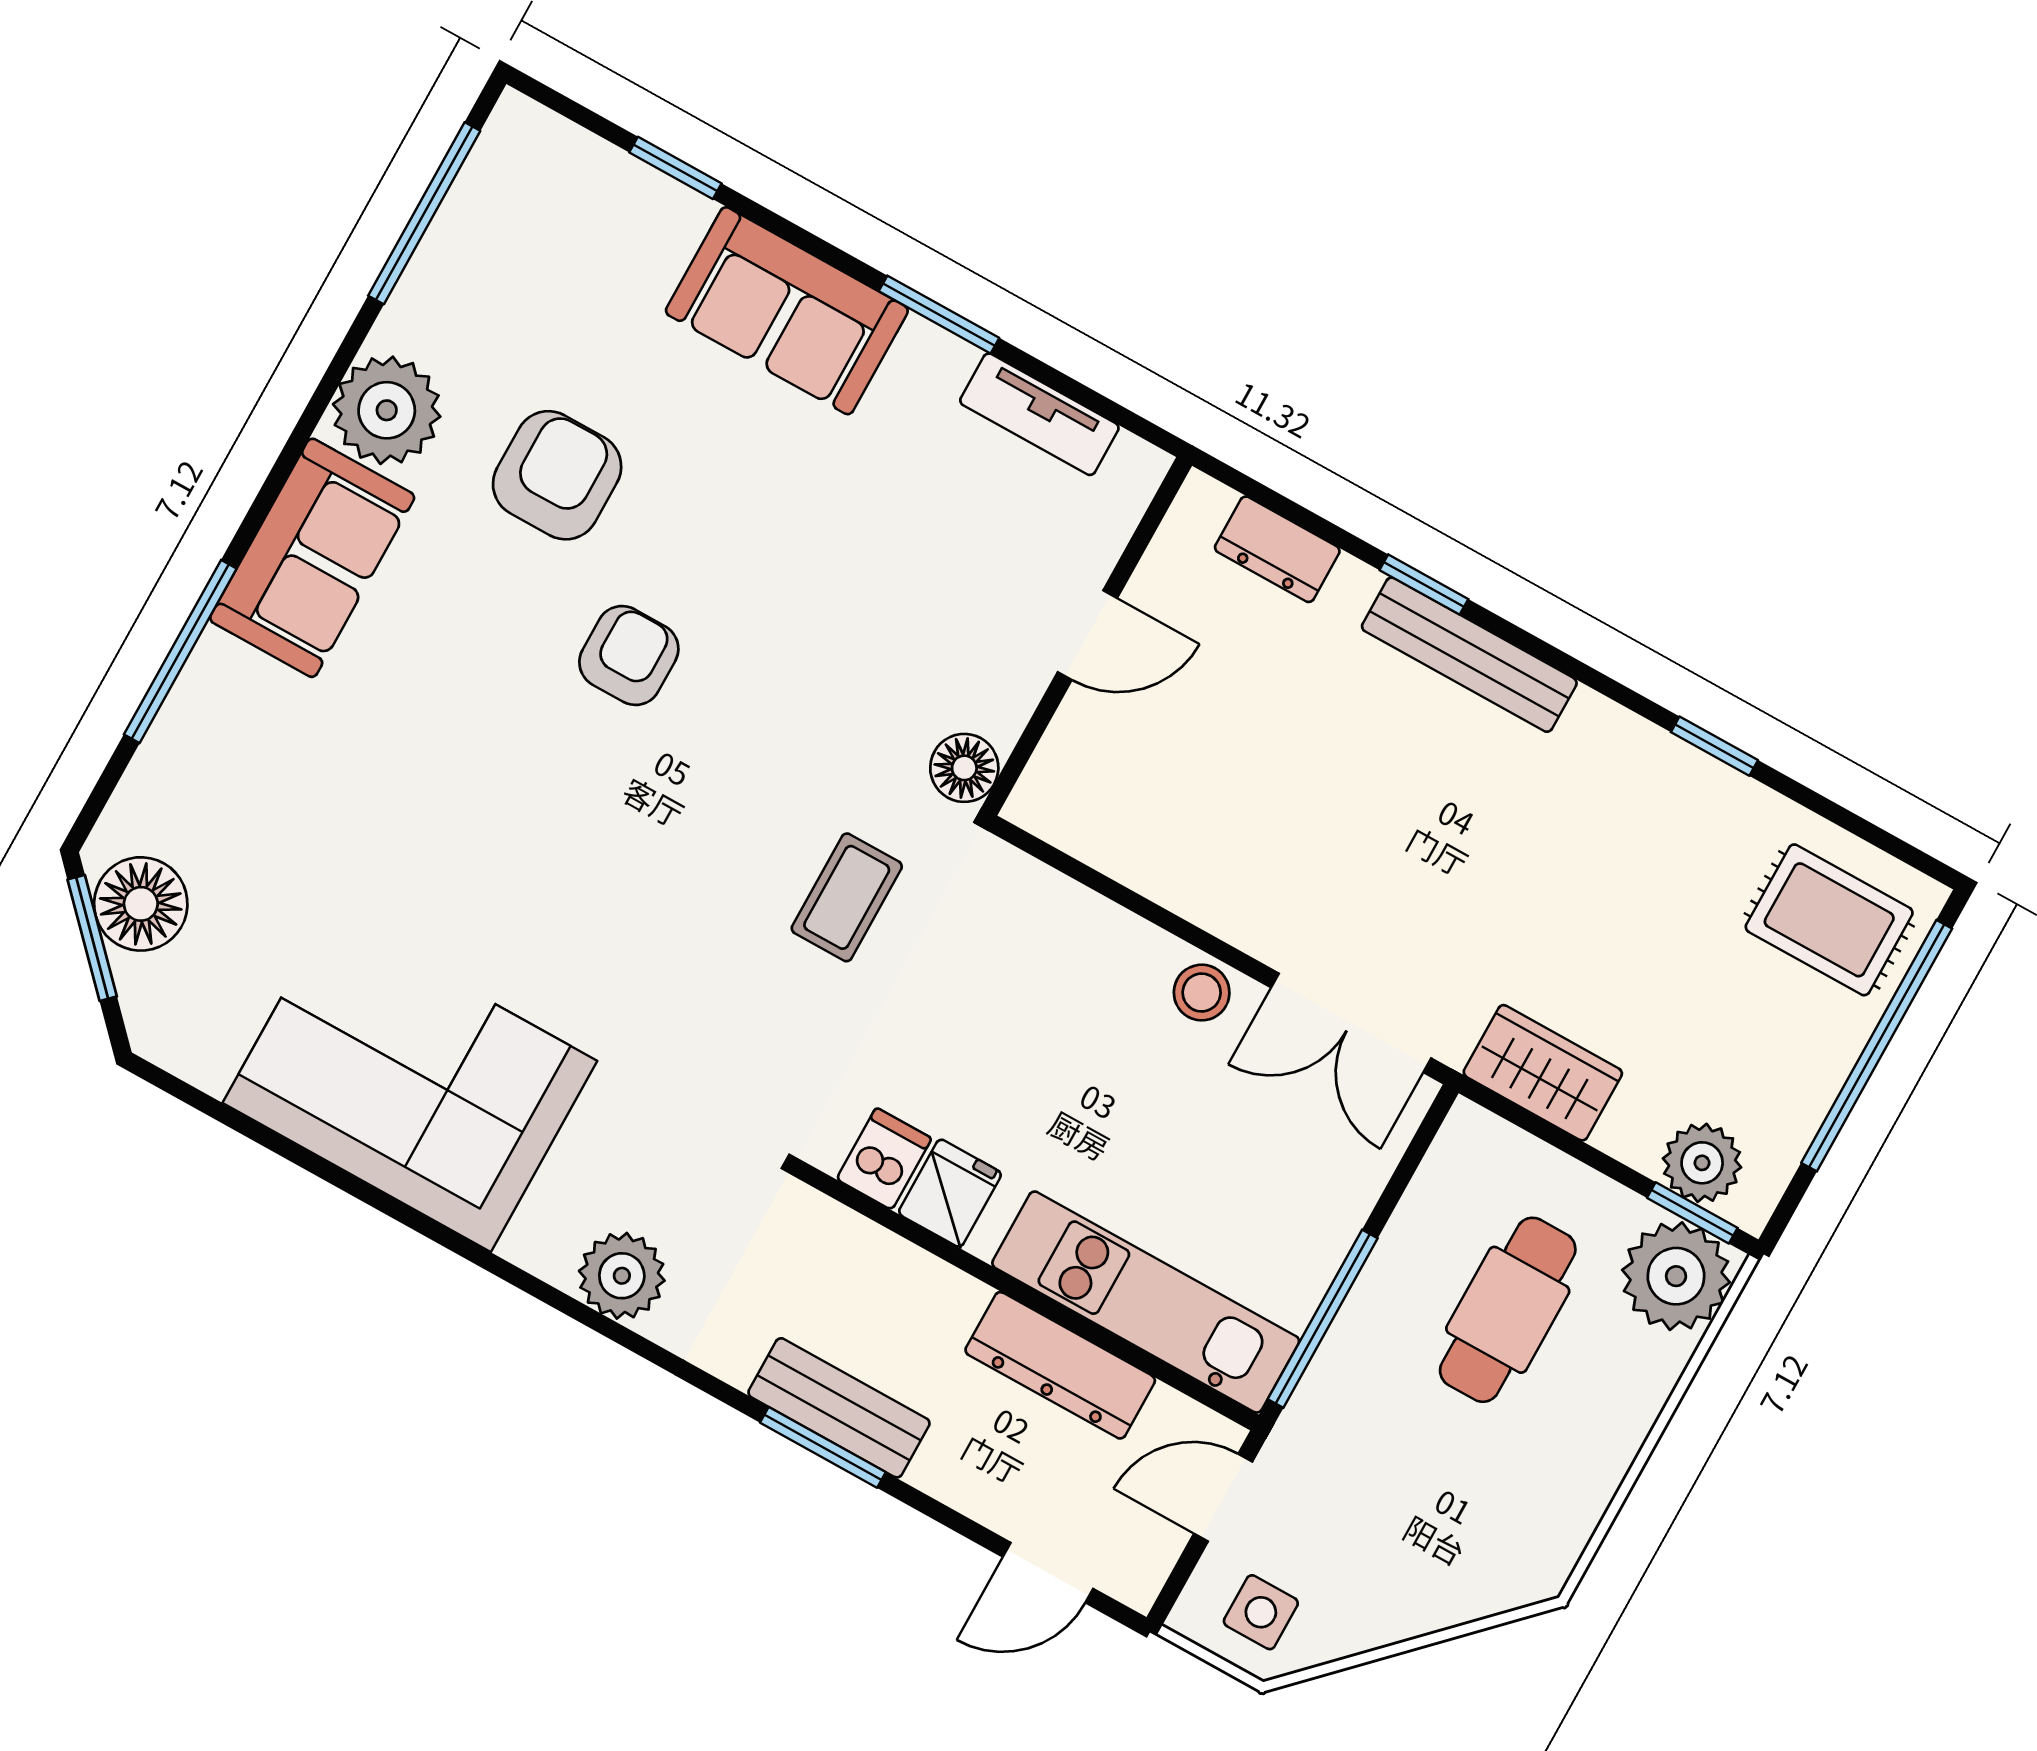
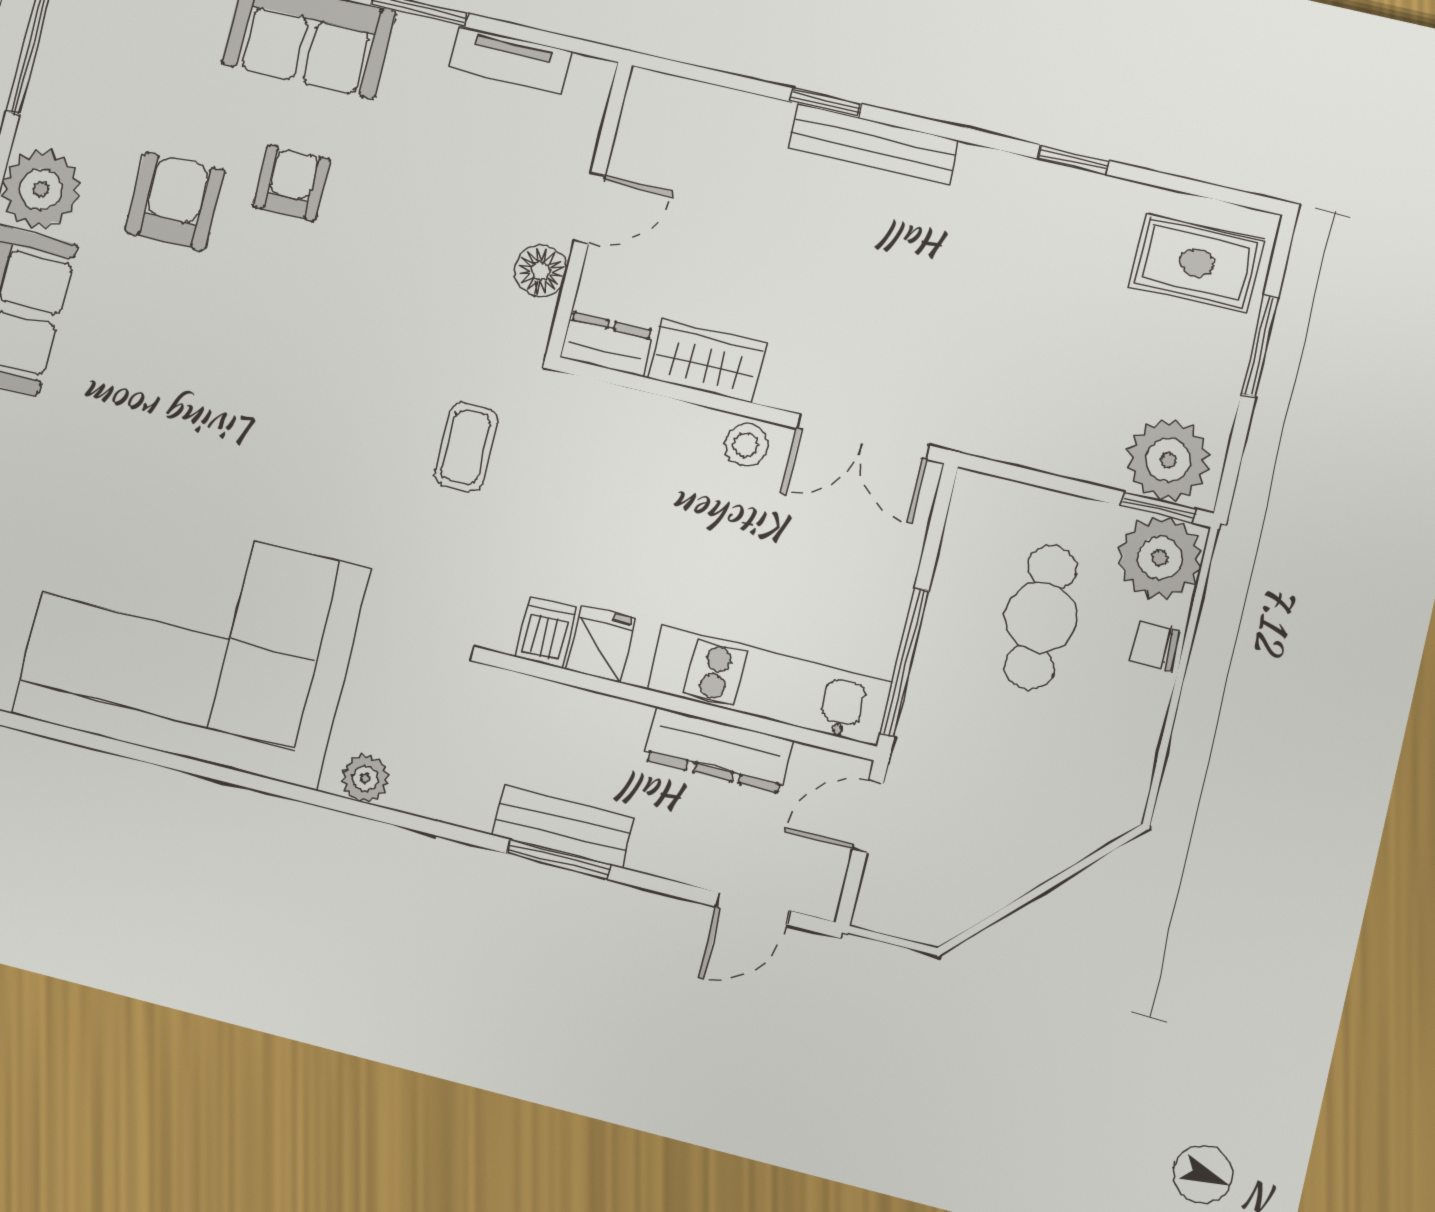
dresser: (1277, 549) -> (607, 344), moved, turned 180
armchair: (629, 655) -> (291, 183), moved
floor lamp: (964, 768) -> (541, 271), moved
window: (1877, 1046) -> (1260, 345), width x0.47
wardrobe: (1543, 1073) -> (707, 361), moved
corner sofa: (410, 1082) -> (191, 641), width x1.36, depth x1.36
plant: (1702, 1163) -> (1168, 460), width x1.36, depth x1.36
plant: (622, 1276) -> (365, 778), width x0.73, depth x0.73
chair: (1638, 1383) -> (1155, 646), added
side table: (1261, 1612) -> (921, 895), removed

